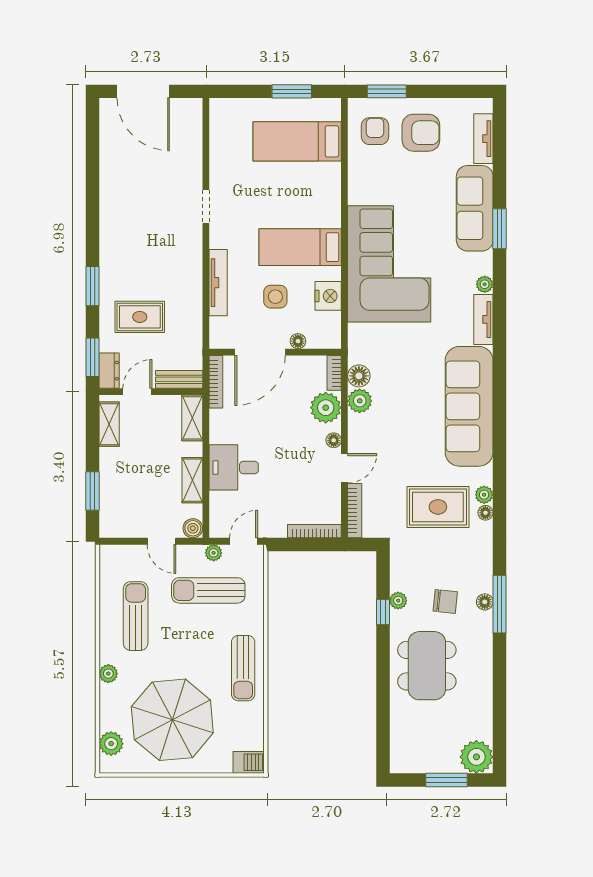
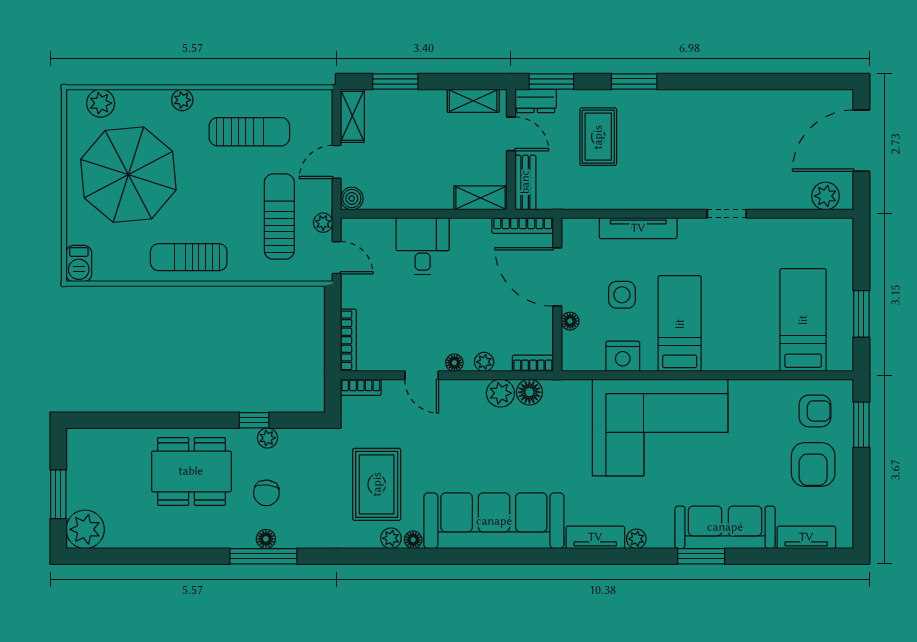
plant: (191, 122) -> (826, 196), added
plant: (326, 408) -> (484, 362), width x0.53, depth x0.53
shelving: (192, 480) -> (352, 116), moved, turned 90
bookcase: (355, 511) -> (361, 387), width x0.64
floor lamp: (485, 513) -> (413, 540), moved

